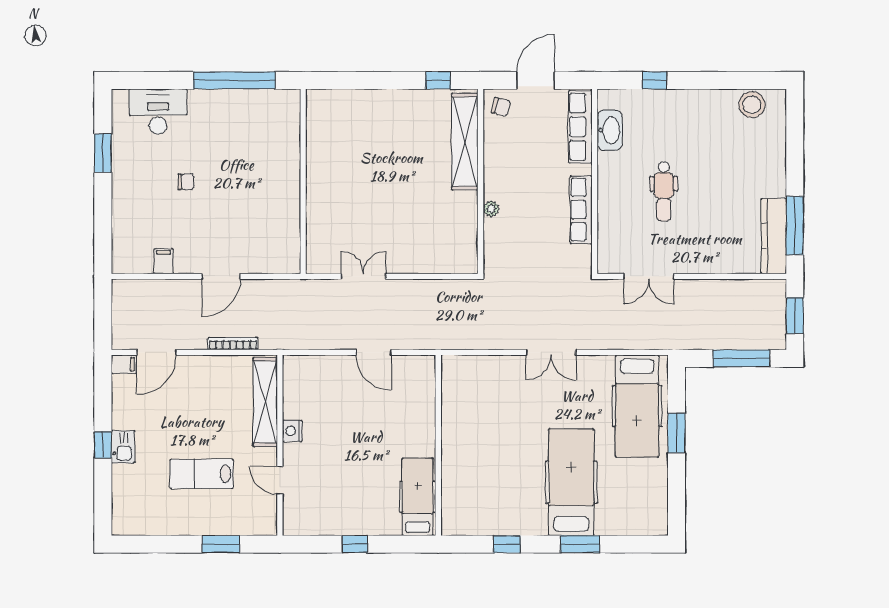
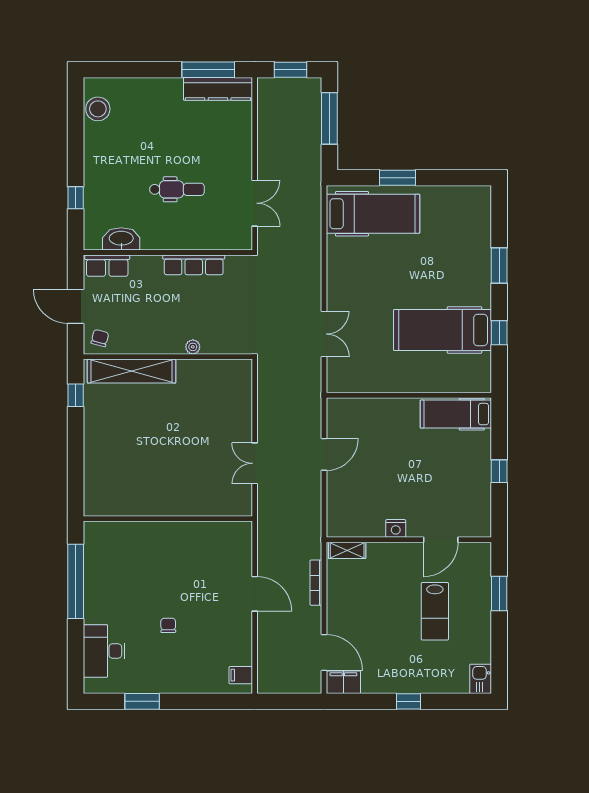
row of seats: (580, 127) -> (107, 266), width x0.68
filing cabinet: (164, 261) -> (241, 675), moved
double door: (551, 352) -> (324, 334), moved
filing cabinet: (124, 364) -> (343, 682), width x2.00
shelving: (265, 402) -> (347, 550), width x0.45, depth x0.75
kitchen sink: (123, 447) -> (481, 679), moved, turned -90
door: (280, 480) -> (441, 540), width x1.38
hospital bed: (571, 482) -> (443, 330), moved

